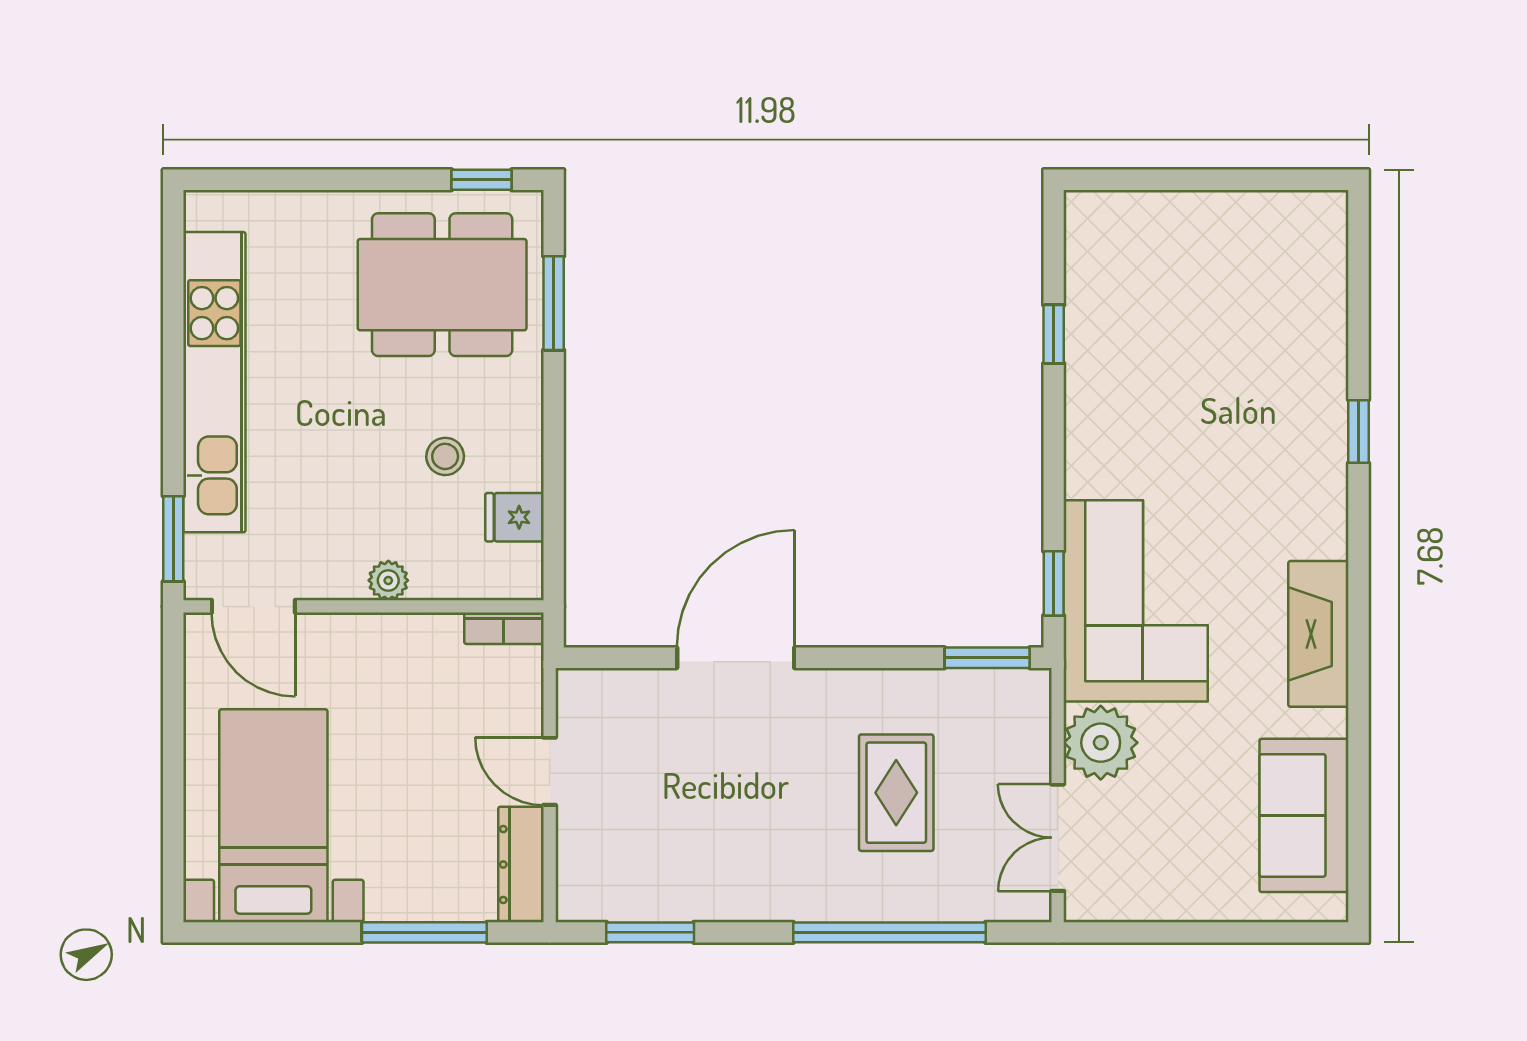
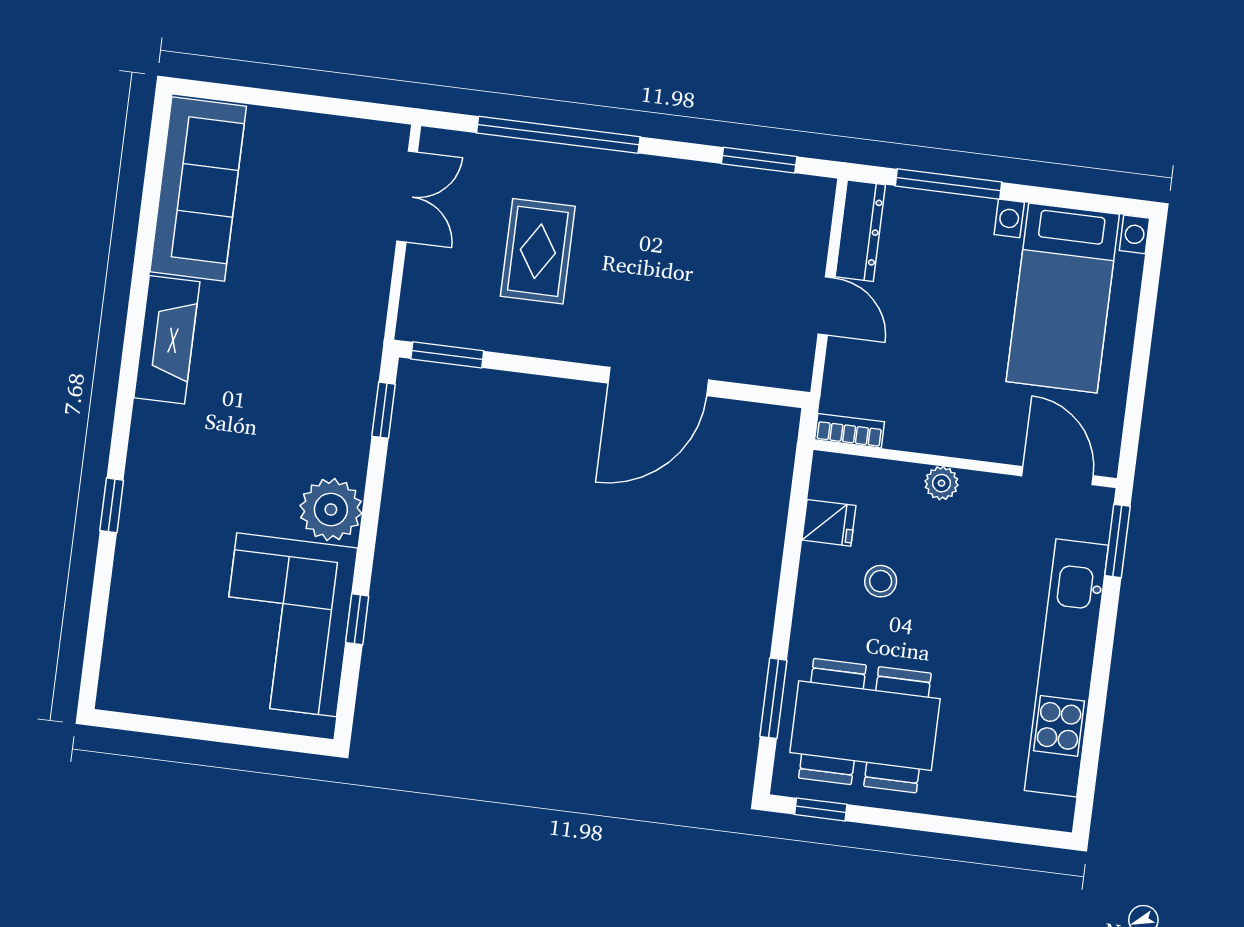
corner sofa: (1136, 601) -> (287, 625), moved
plant: (1101, 743) -> (331, 510), moved
sofa: (1304, 815) -> (198, 189), width x1.36

